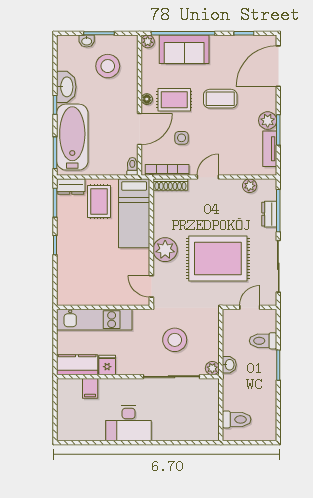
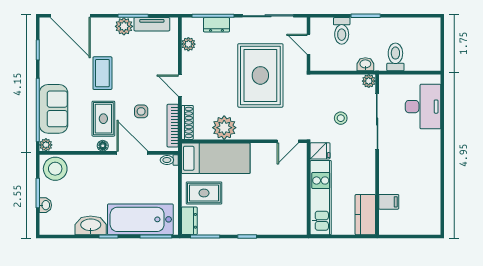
stool: (108, 66) -> (55, 169), moved
plant: (165, 250) -> (224, 128), moved
stool: (175, 340) -> (341, 118), width x0.53, depth x0.53
fridge: (107, 365) -> (320, 151), moved, turned 180
toilet: (237, 419) -> (395, 57), moved
desk: (129, 423) -> (423, 107), moved

